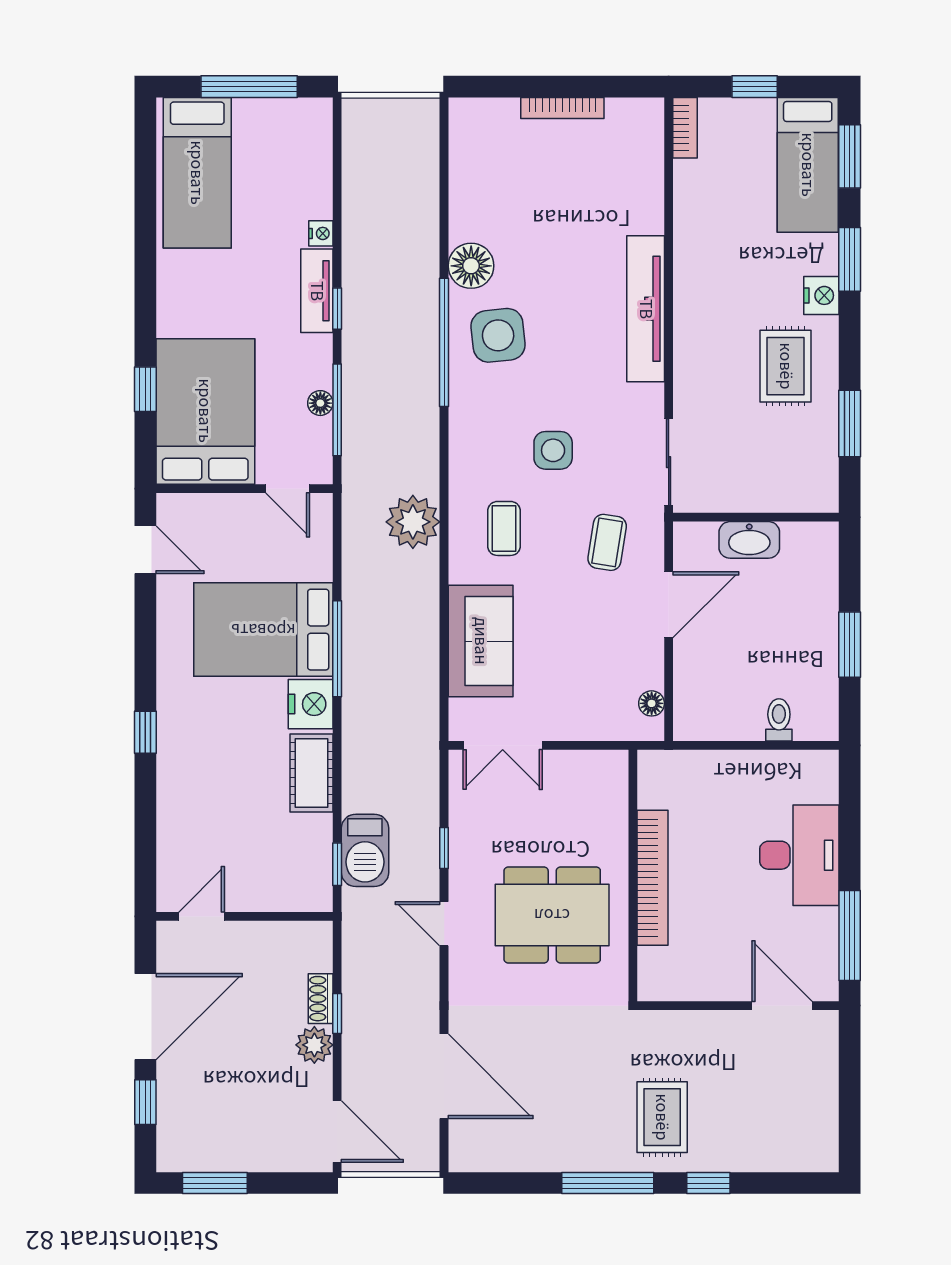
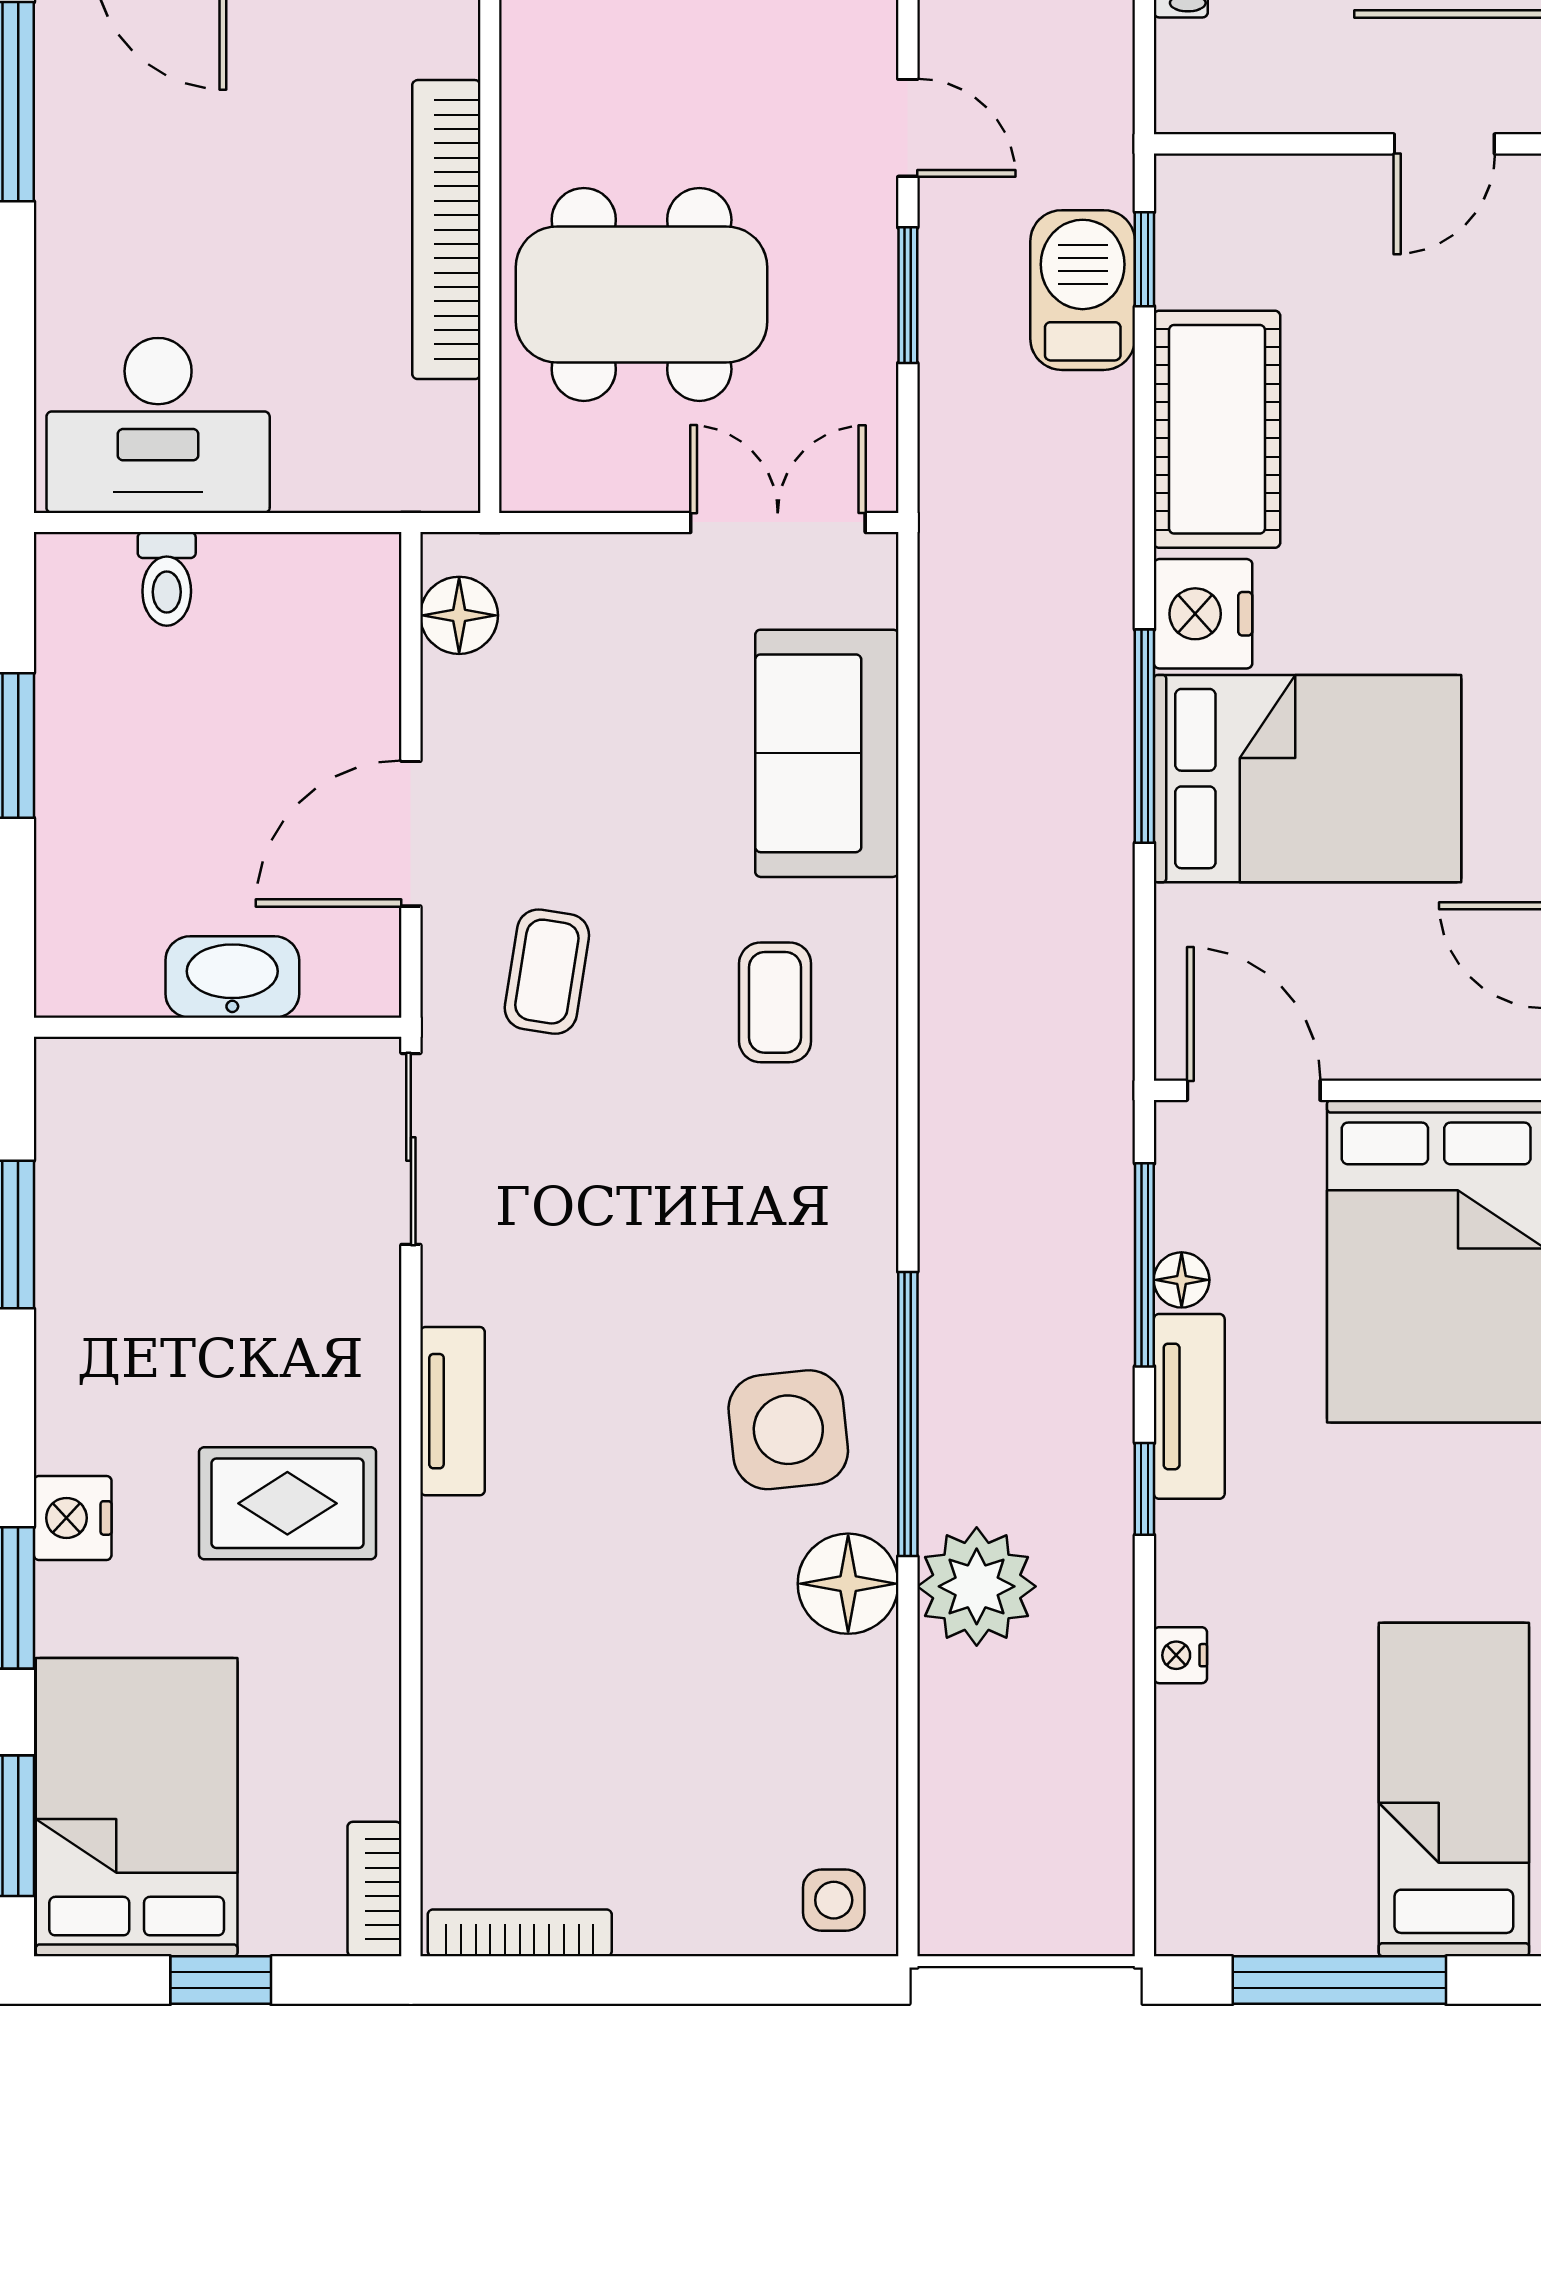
bookcase: (562, 108) -> (520, 1933), moved
bed: (808, 165) -> (137, 1807), width x1.50
tv unit: (317, 291) -> (1189, 1406), moved
tv unit: (646, 309) -> (453, 1411), width x0.52, depth x0.78
rug: (786, 366) -> (287, 1503), moved, turned 90
side table: (553, 450) -> (834, 1900), moved, width x0.73, depth x0.73
door: (288, 489) -> (1254, 1090), width x1.38
plant: (413, 522) -> (977, 1586), moved
floor lamp: (652, 703) -> (459, 615), width x1.37, depth x1.37
cot: (312, 773) -> (1217, 429), width x1.37, depth x1.34
window: (444, 848) -> (908, 295), width x1.50
desk: (799, 855) -> (158, 425), moved, turned -90
dining table: (552, 915) -> (642, 294), moved

